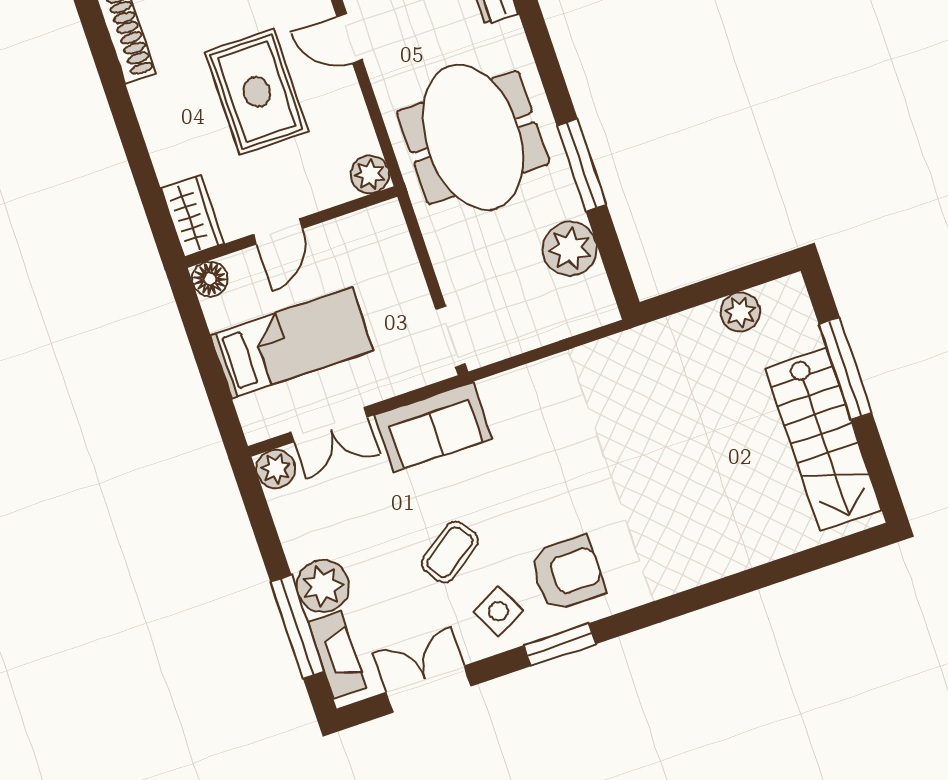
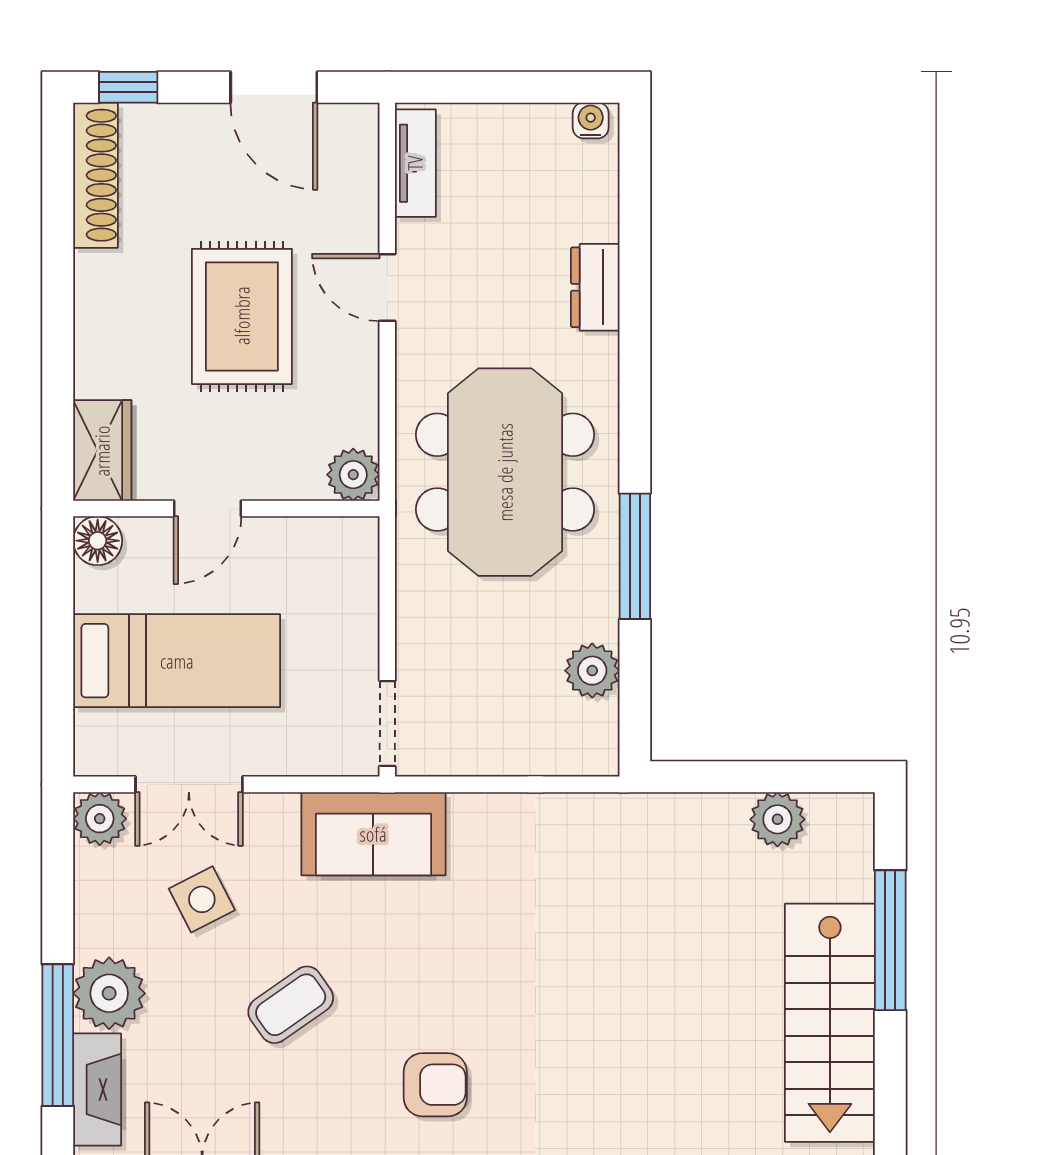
plant: (570, 249) -> (592, 671), width x0.73, depth x0.73
sofa: (433, 427) -> (373, 834), moved
armchair: (567, 573) -> (435, 1085), width x0.72, depth x0.72
side table: (498, 611) -> (202, 899), moved

